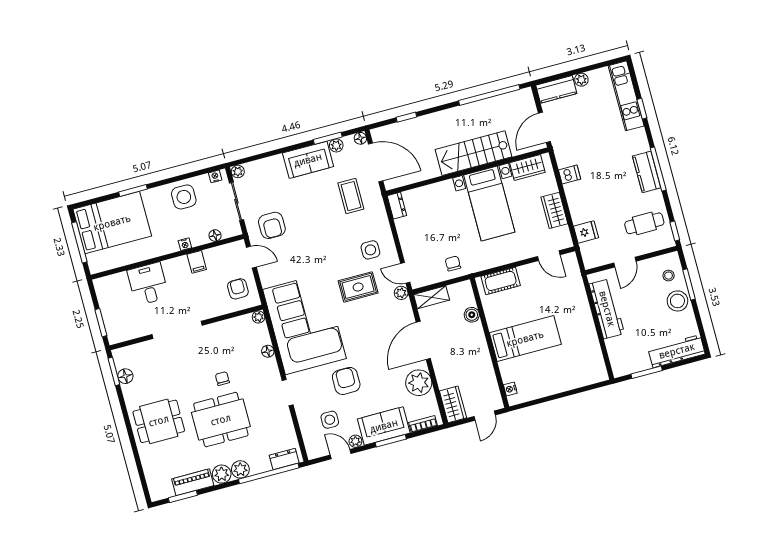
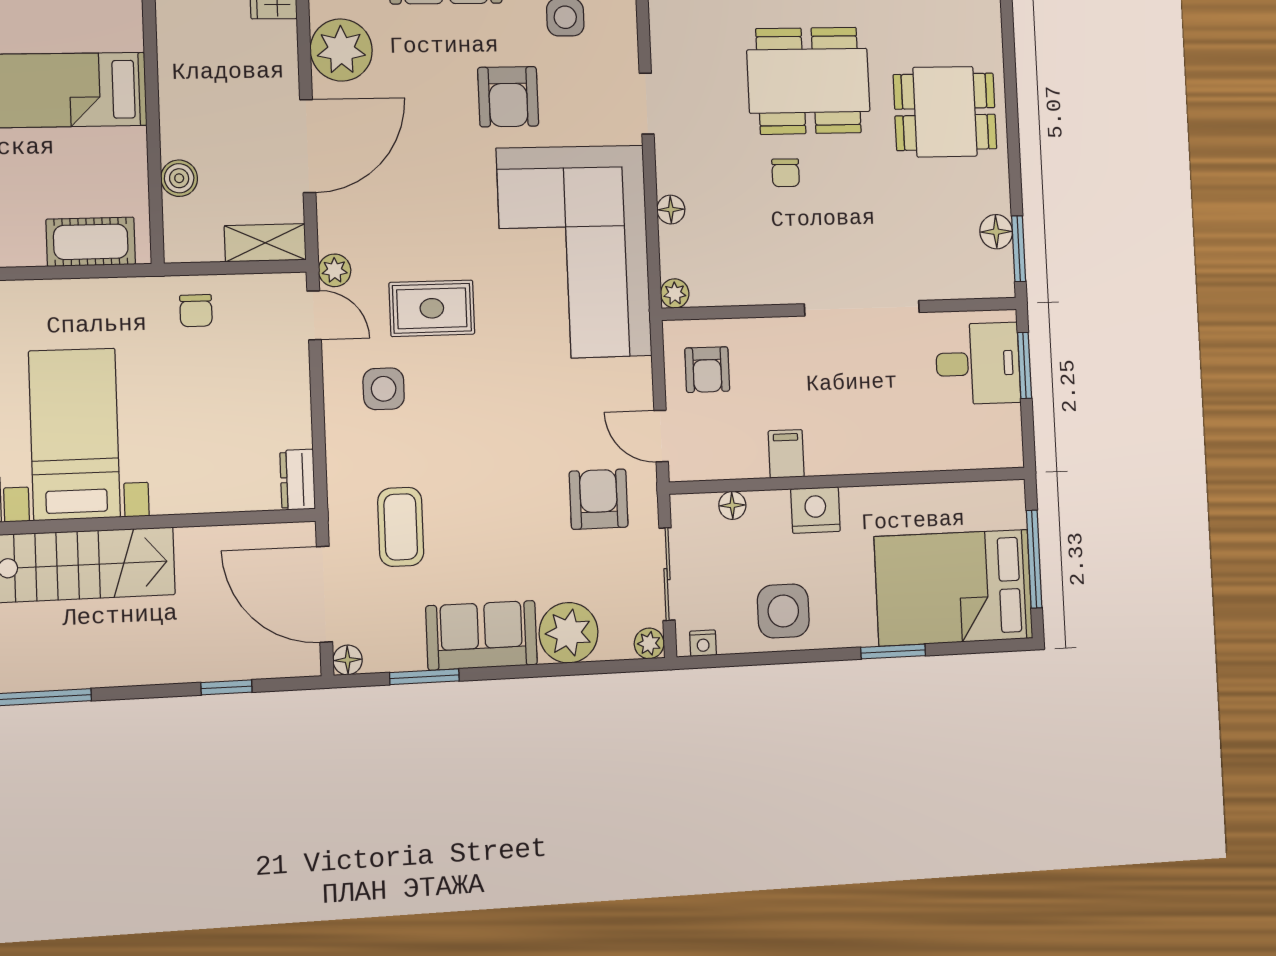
plant: (336, 145) -> (569, 633), moved, width x1.88, depth x1.88
nightstand: (185, 244) -> (815, 510), width x1.89, depth x1.79
desk: (148, 284) -> (978, 364), moved, turned -90

